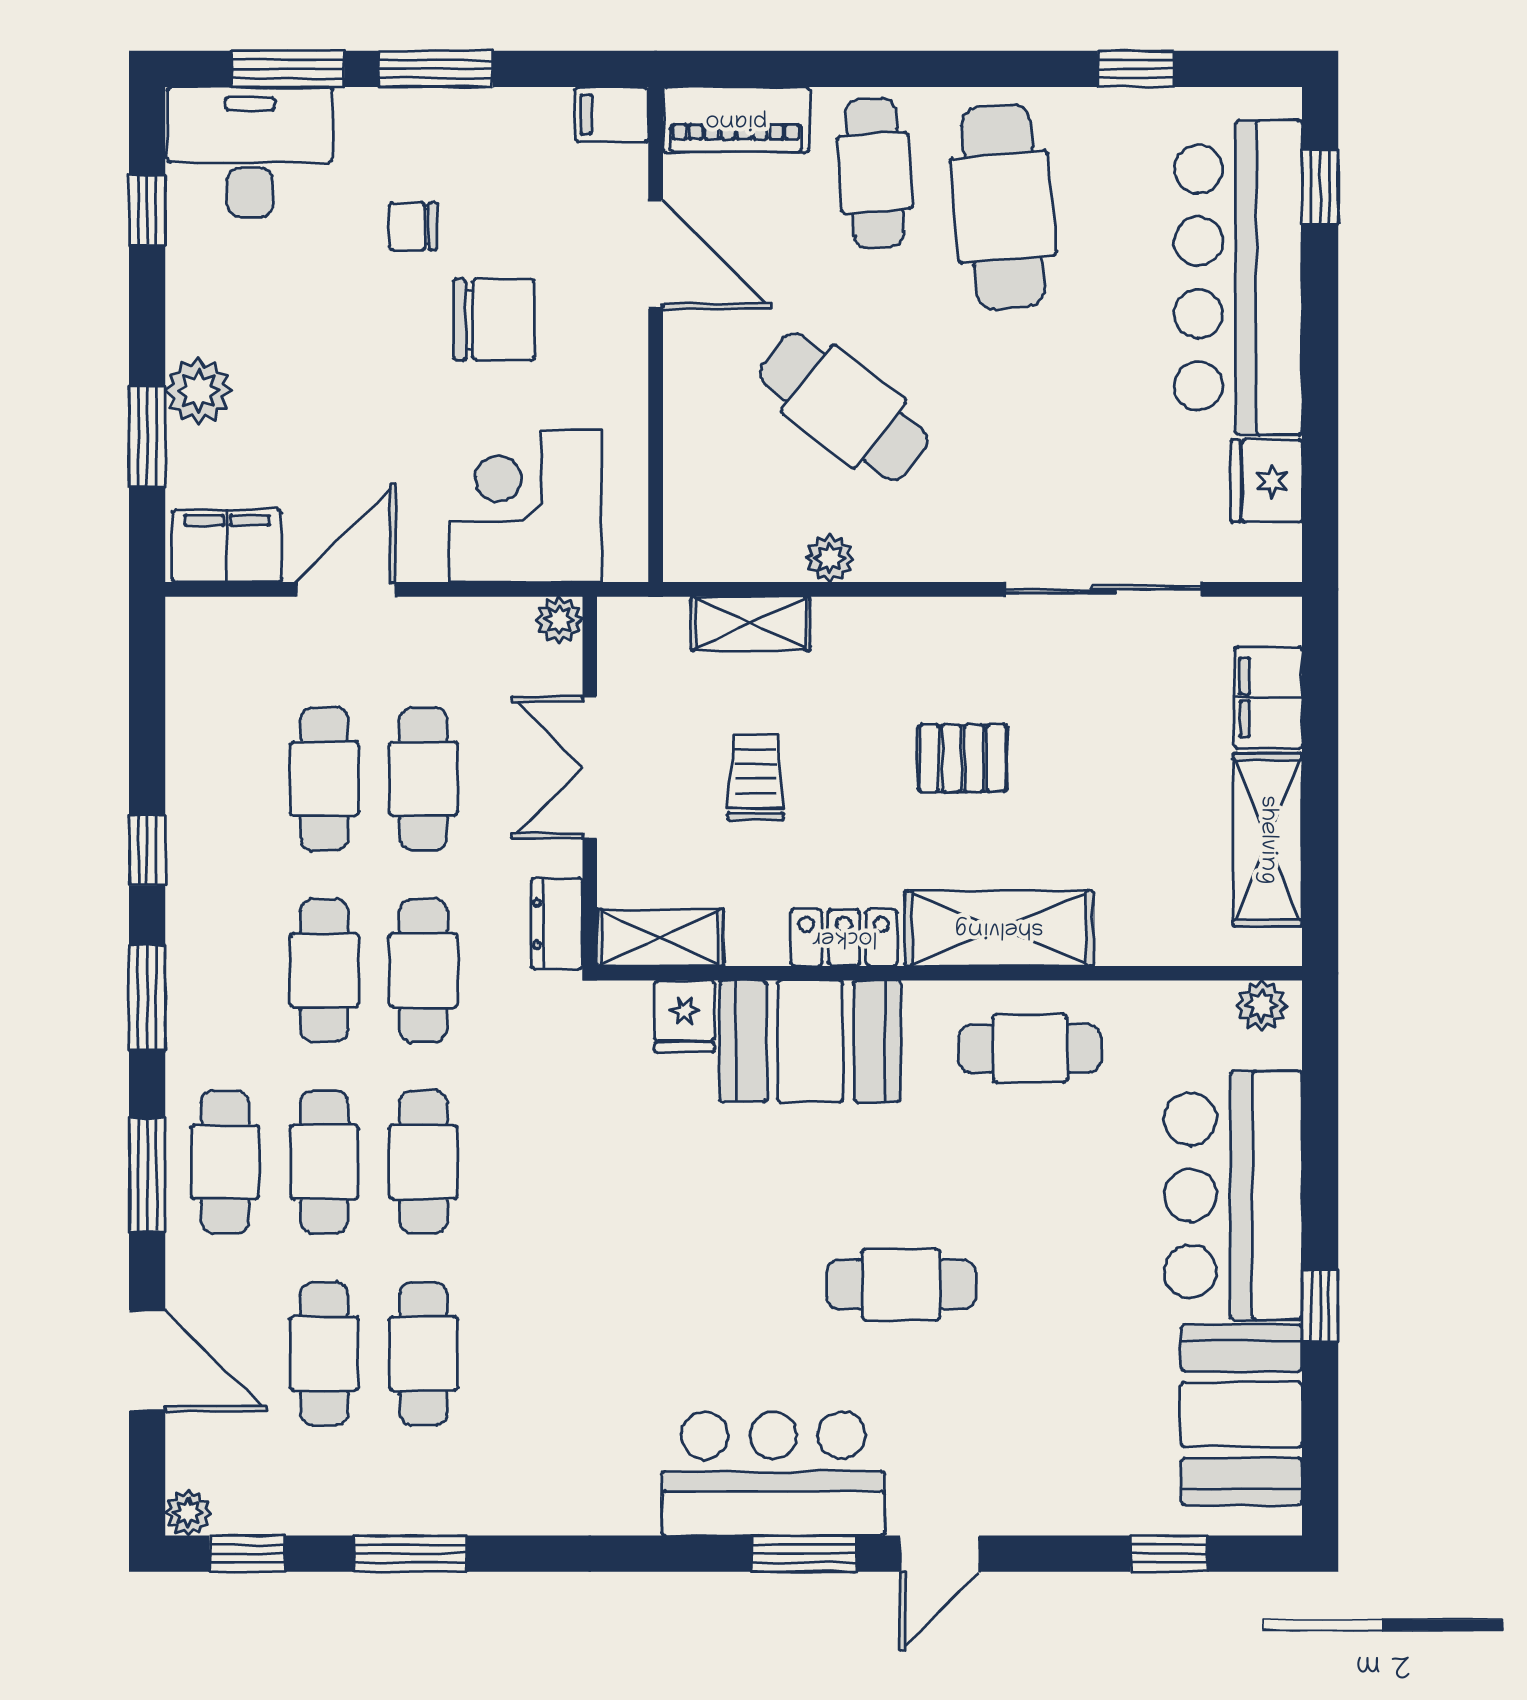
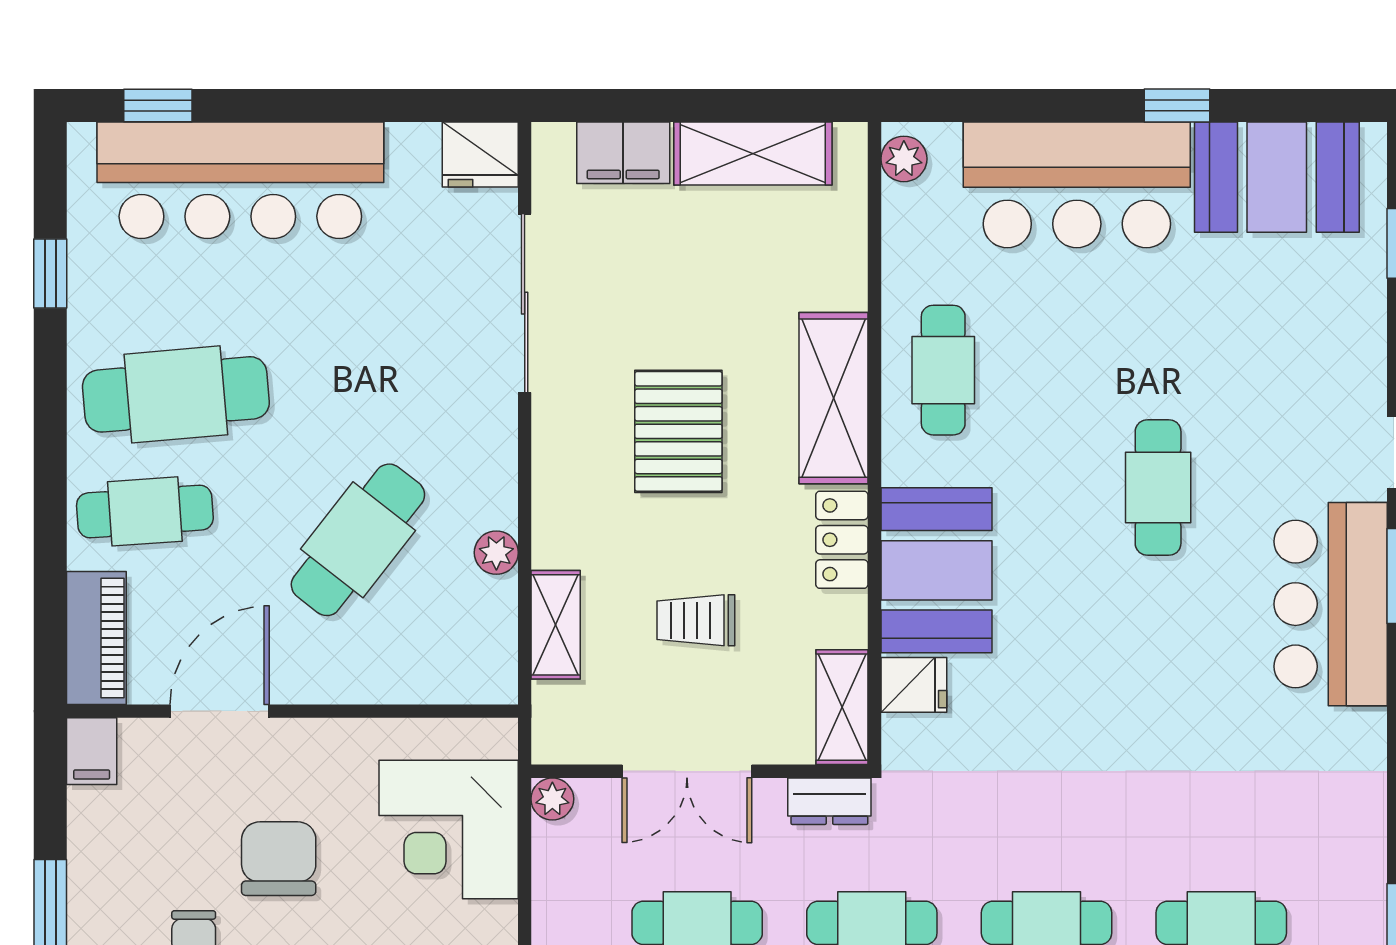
fridge: (1266, 481) -> (480, 155), moved
pallet: (963, 758) -> (678, 431), width x1.50, depth x1.42

